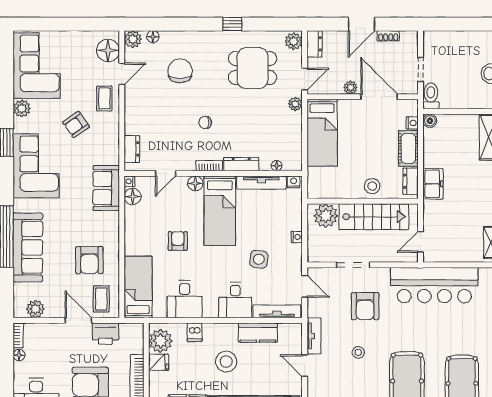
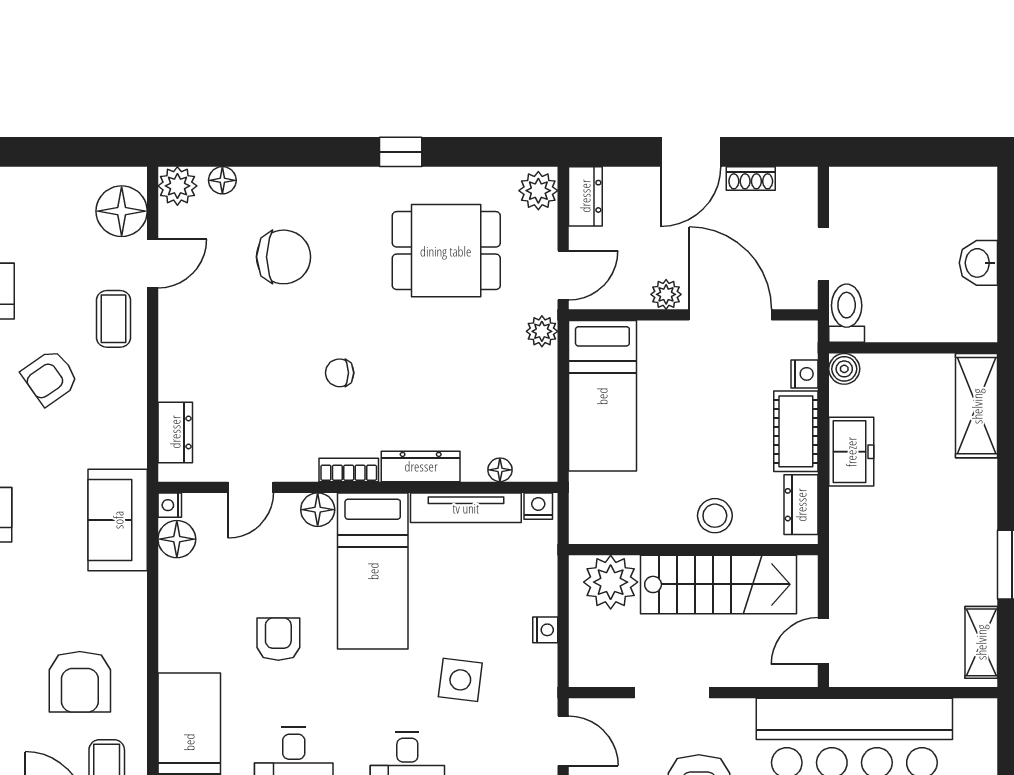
chair: (180, 71) -> (284, 257), turned 90
freezer: (433, 184) -> (851, 452), moved

